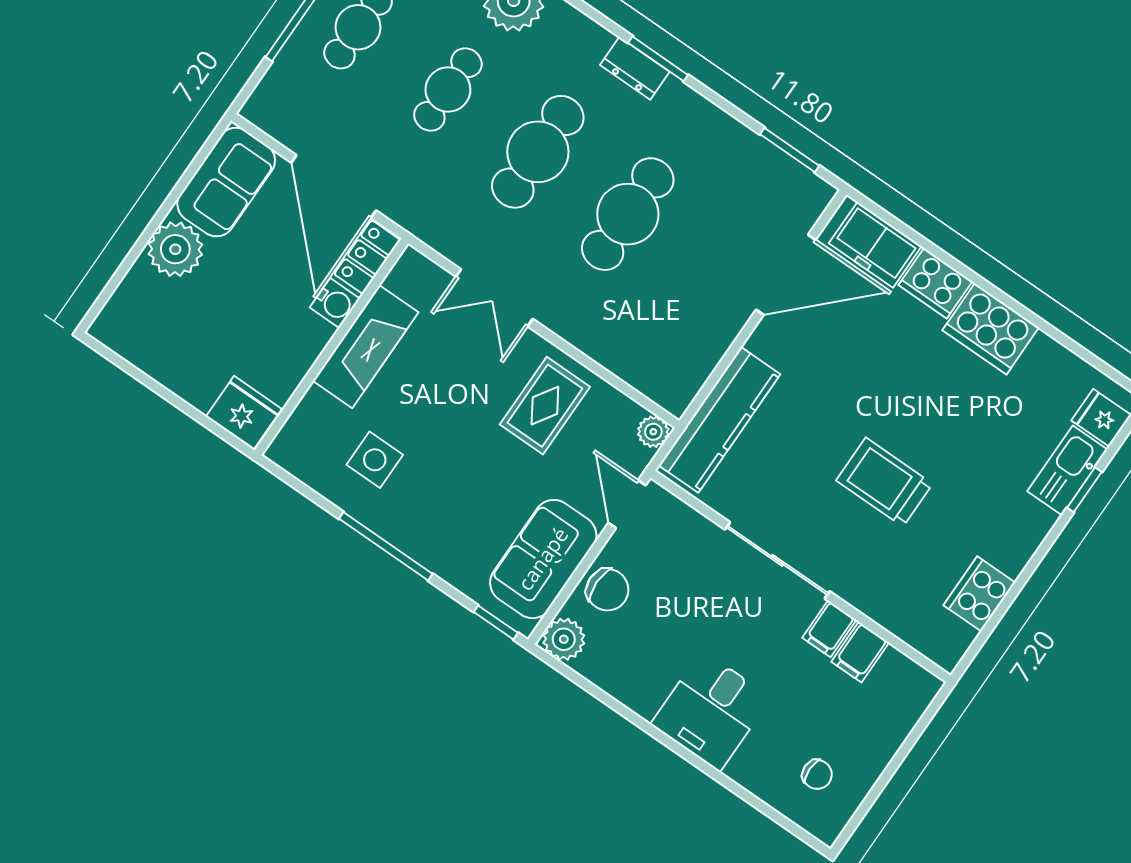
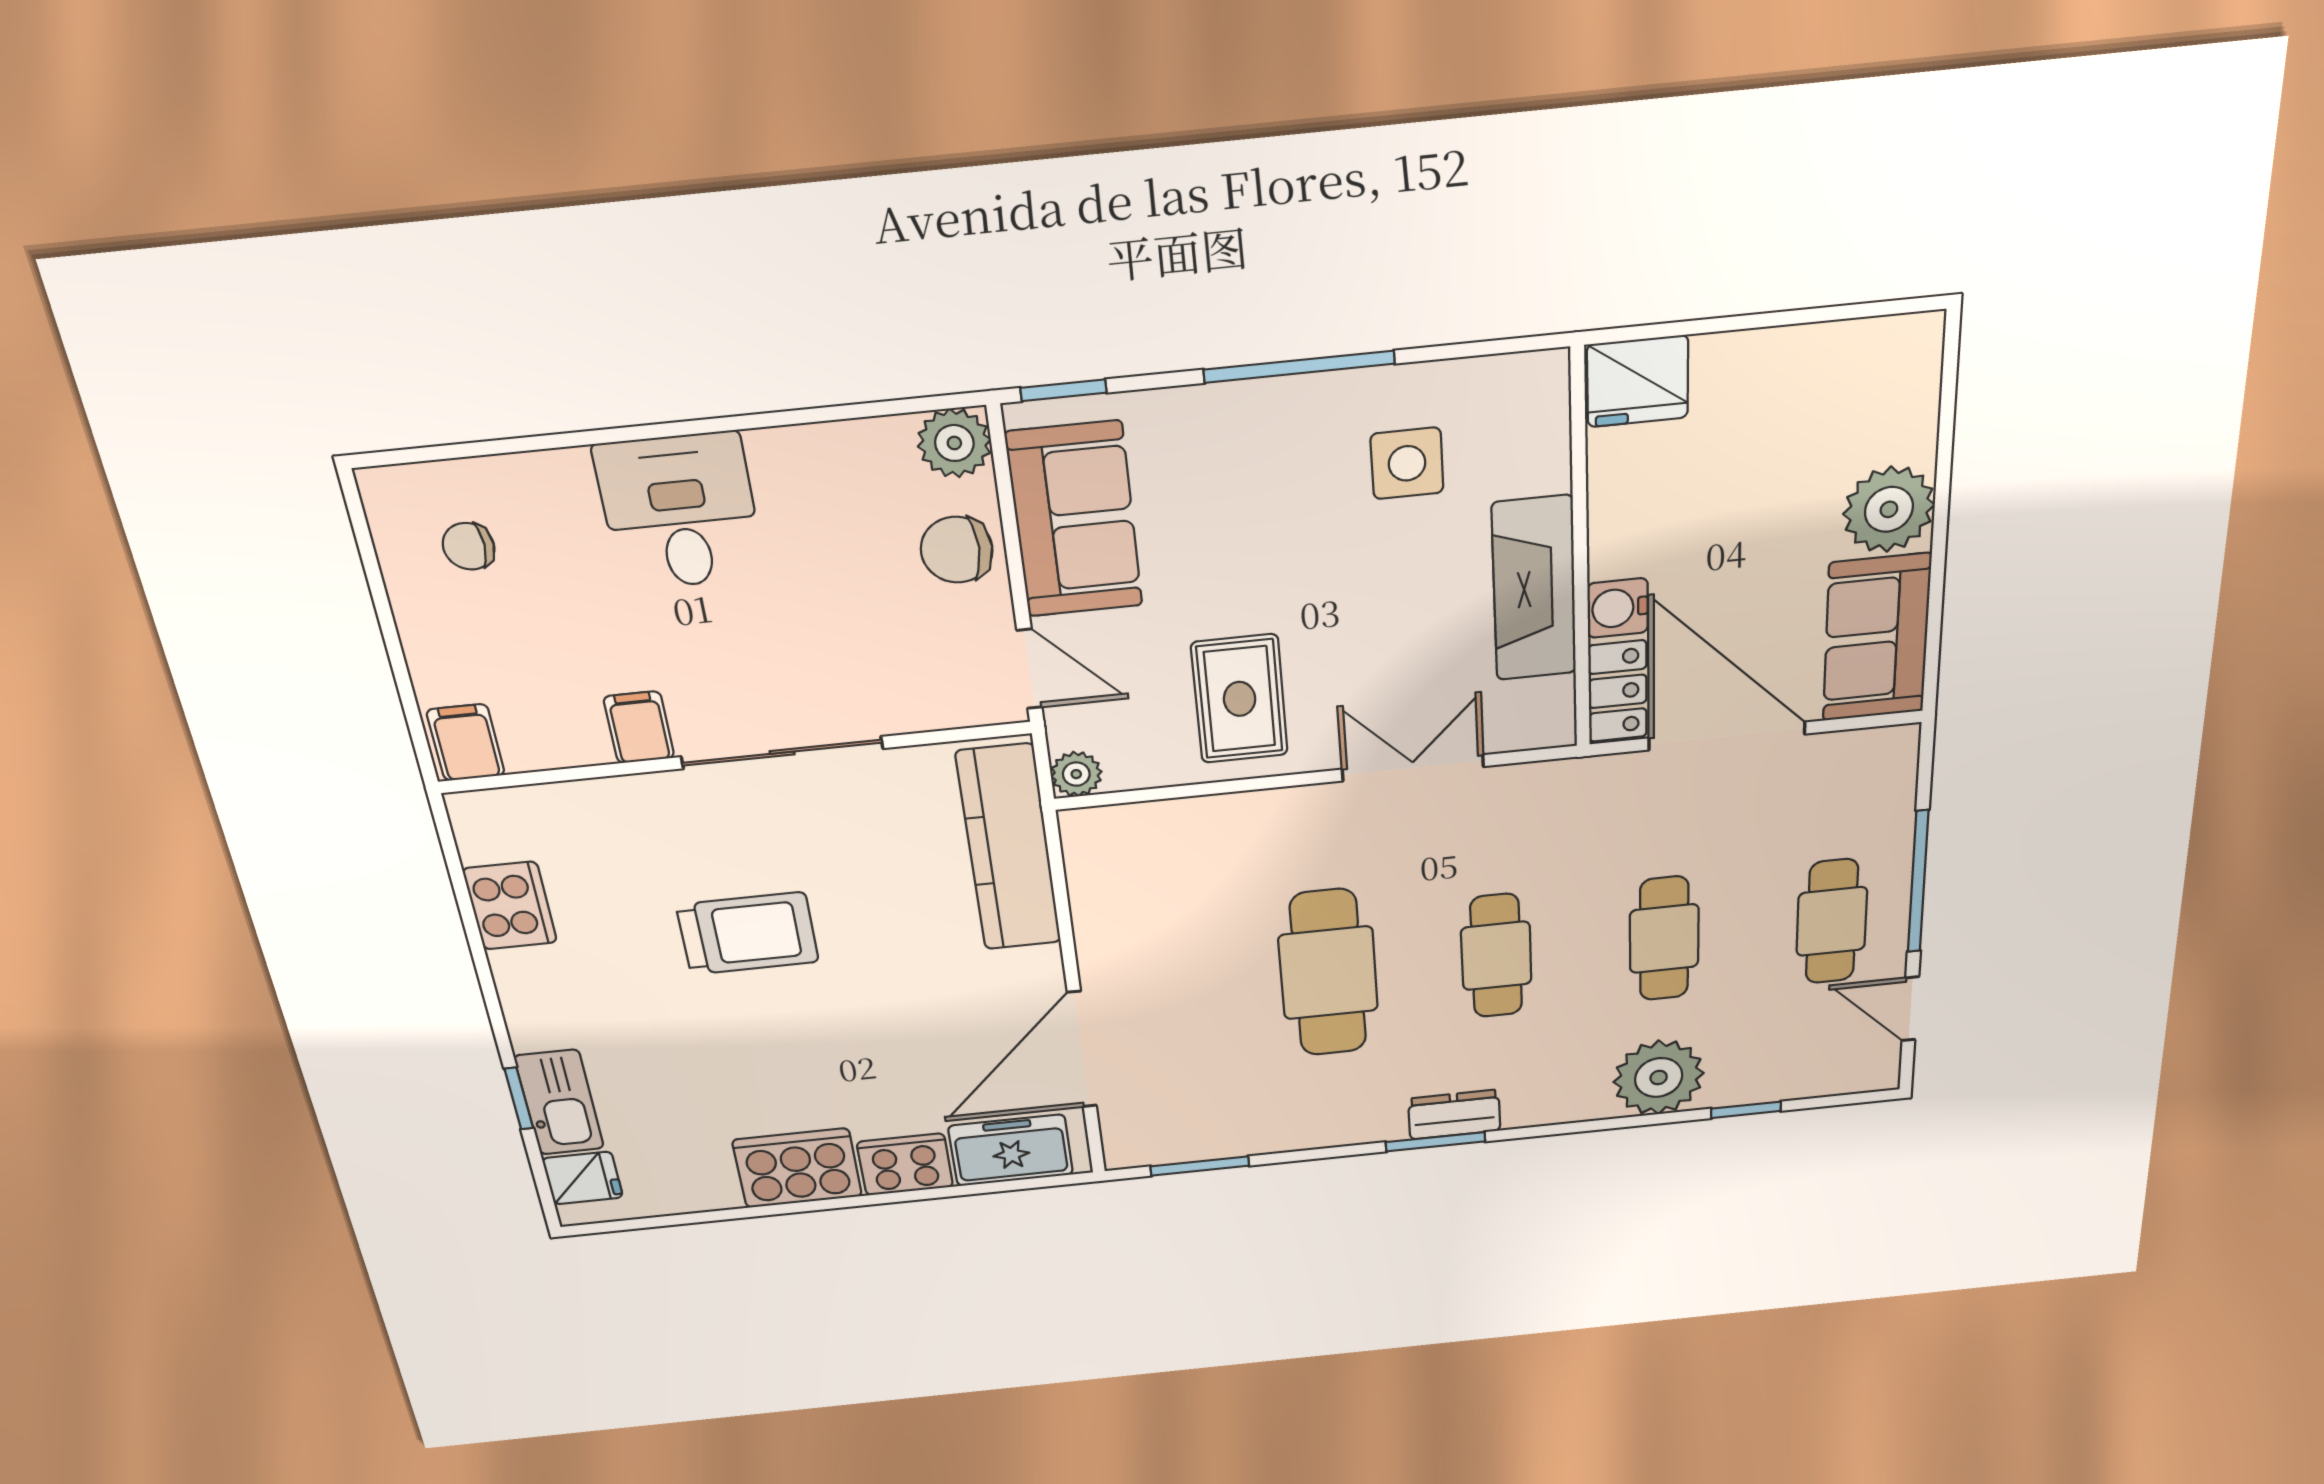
cafe table: (538, 152) -> (1496, 956), width x0.73, depth x0.74
filing cabinet: (860, 652) -> (466, 743), moved

